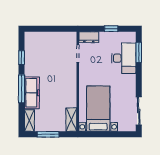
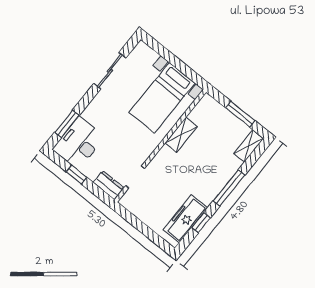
desk: (124, 58) -> (79, 143), moved
freezer: (32, 93) -> (185, 219), moved
sliding door: (139, 111) -> (110, 71), moved
shelving: (71, 120) -> (181, 135), moved

